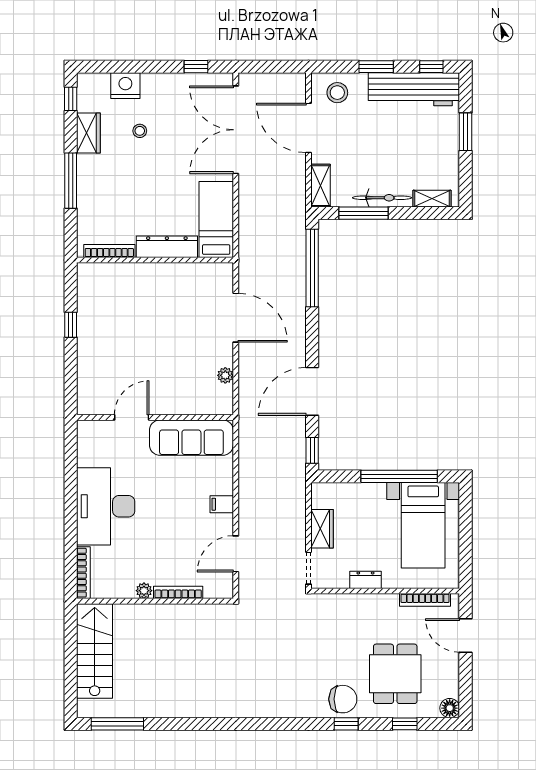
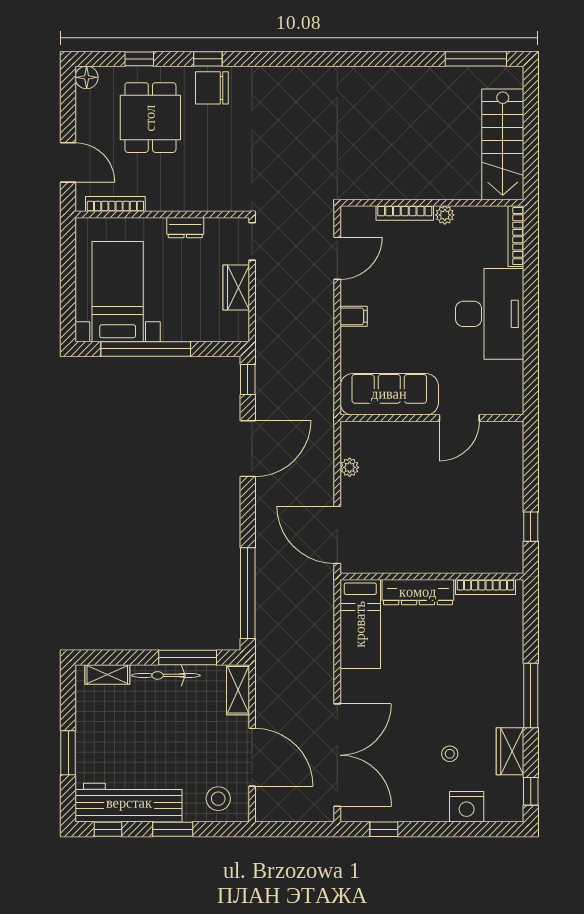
bed: (216, 219) -> (360, 624), moved
dresser: (167, 247) -> (418, 592), moved
bookcase: (109, 251) -> (485, 587), moved
wall: (155, 260) -> (432, 577), moved

